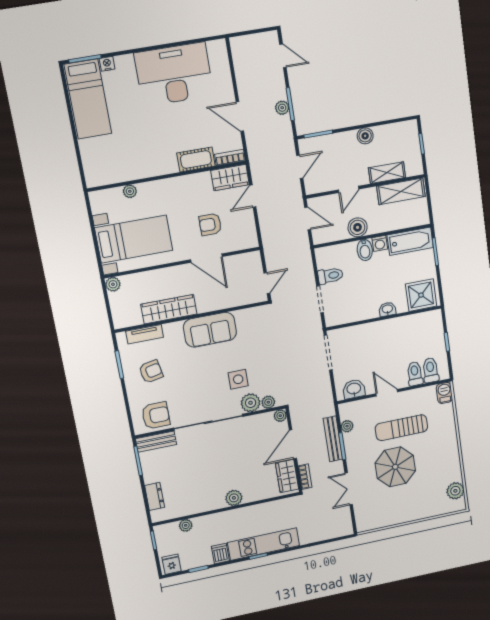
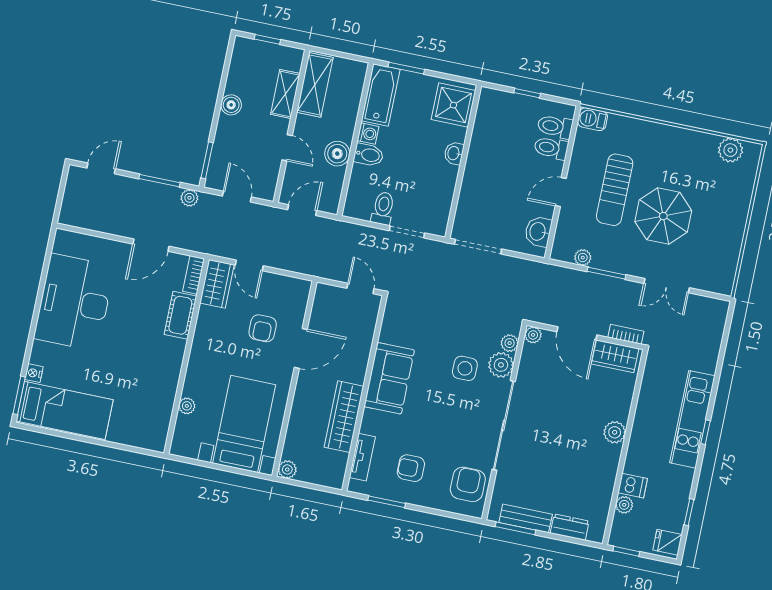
plant: (282, 108) -> (189, 198), moved
armchair: (151, 372) -> (411, 468), turned -79
bench: (333, 439) -> (592, 281), removed
bench: (156, 442) -> (526, 518), moved, turned 90
dishwasher: (220, 554) -> (633, 486), moved, turned 180

